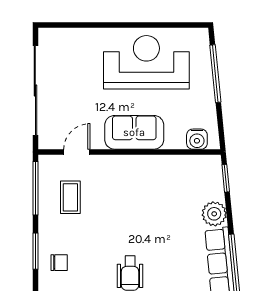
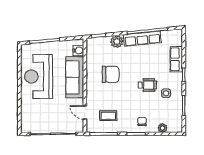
sofa: (134, 132) -> (75, 77), width x1.36
chair: (151, 202) -> (111, 74), added

